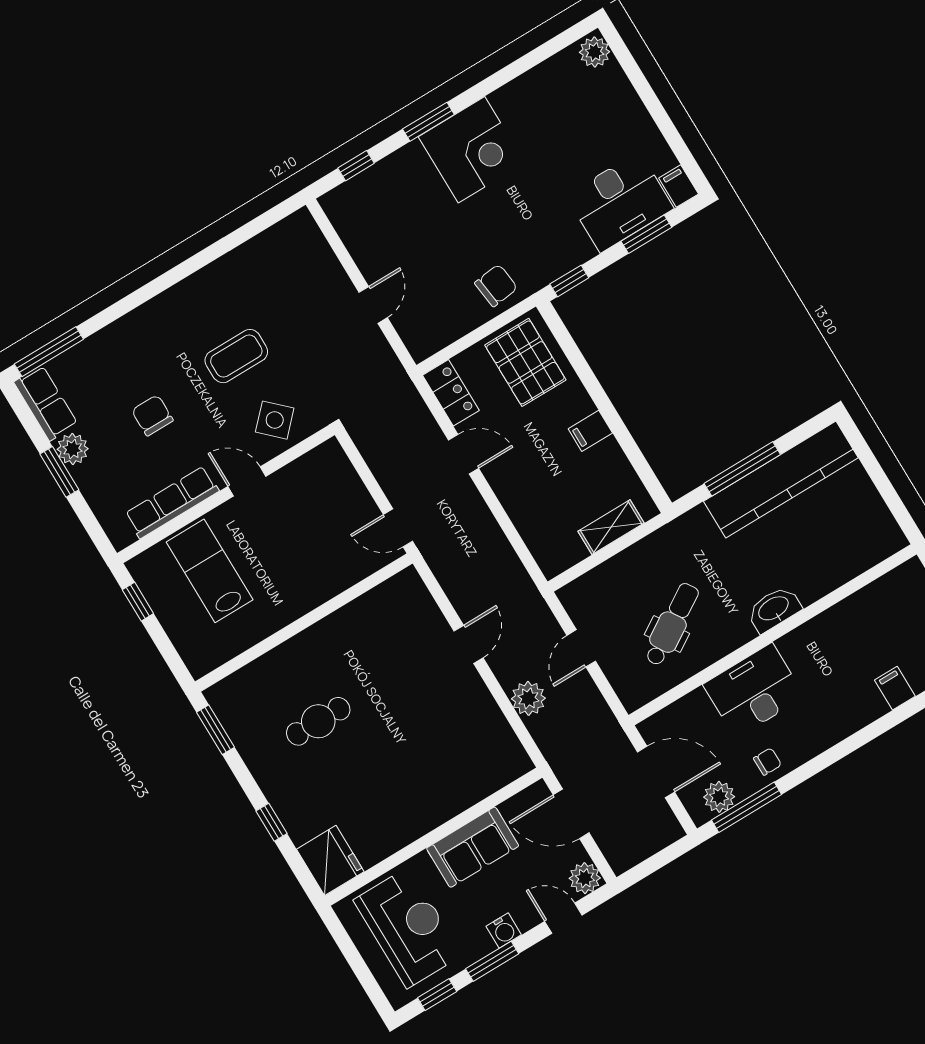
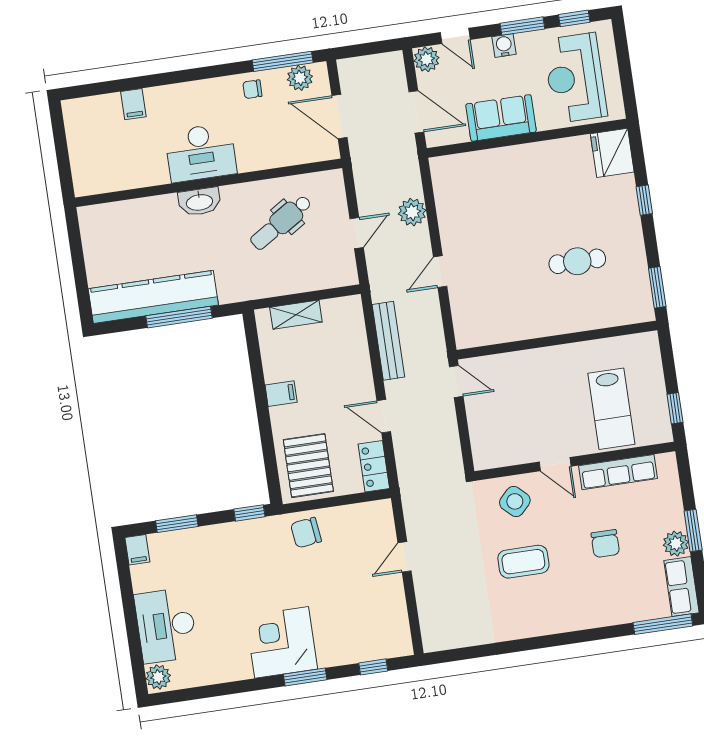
desk: (620, 202) -> (166, 625), moved, turned -90
bench: (494, 542) -> (388, 341), added
desk: (754, 691) -> (201, 153), moved

